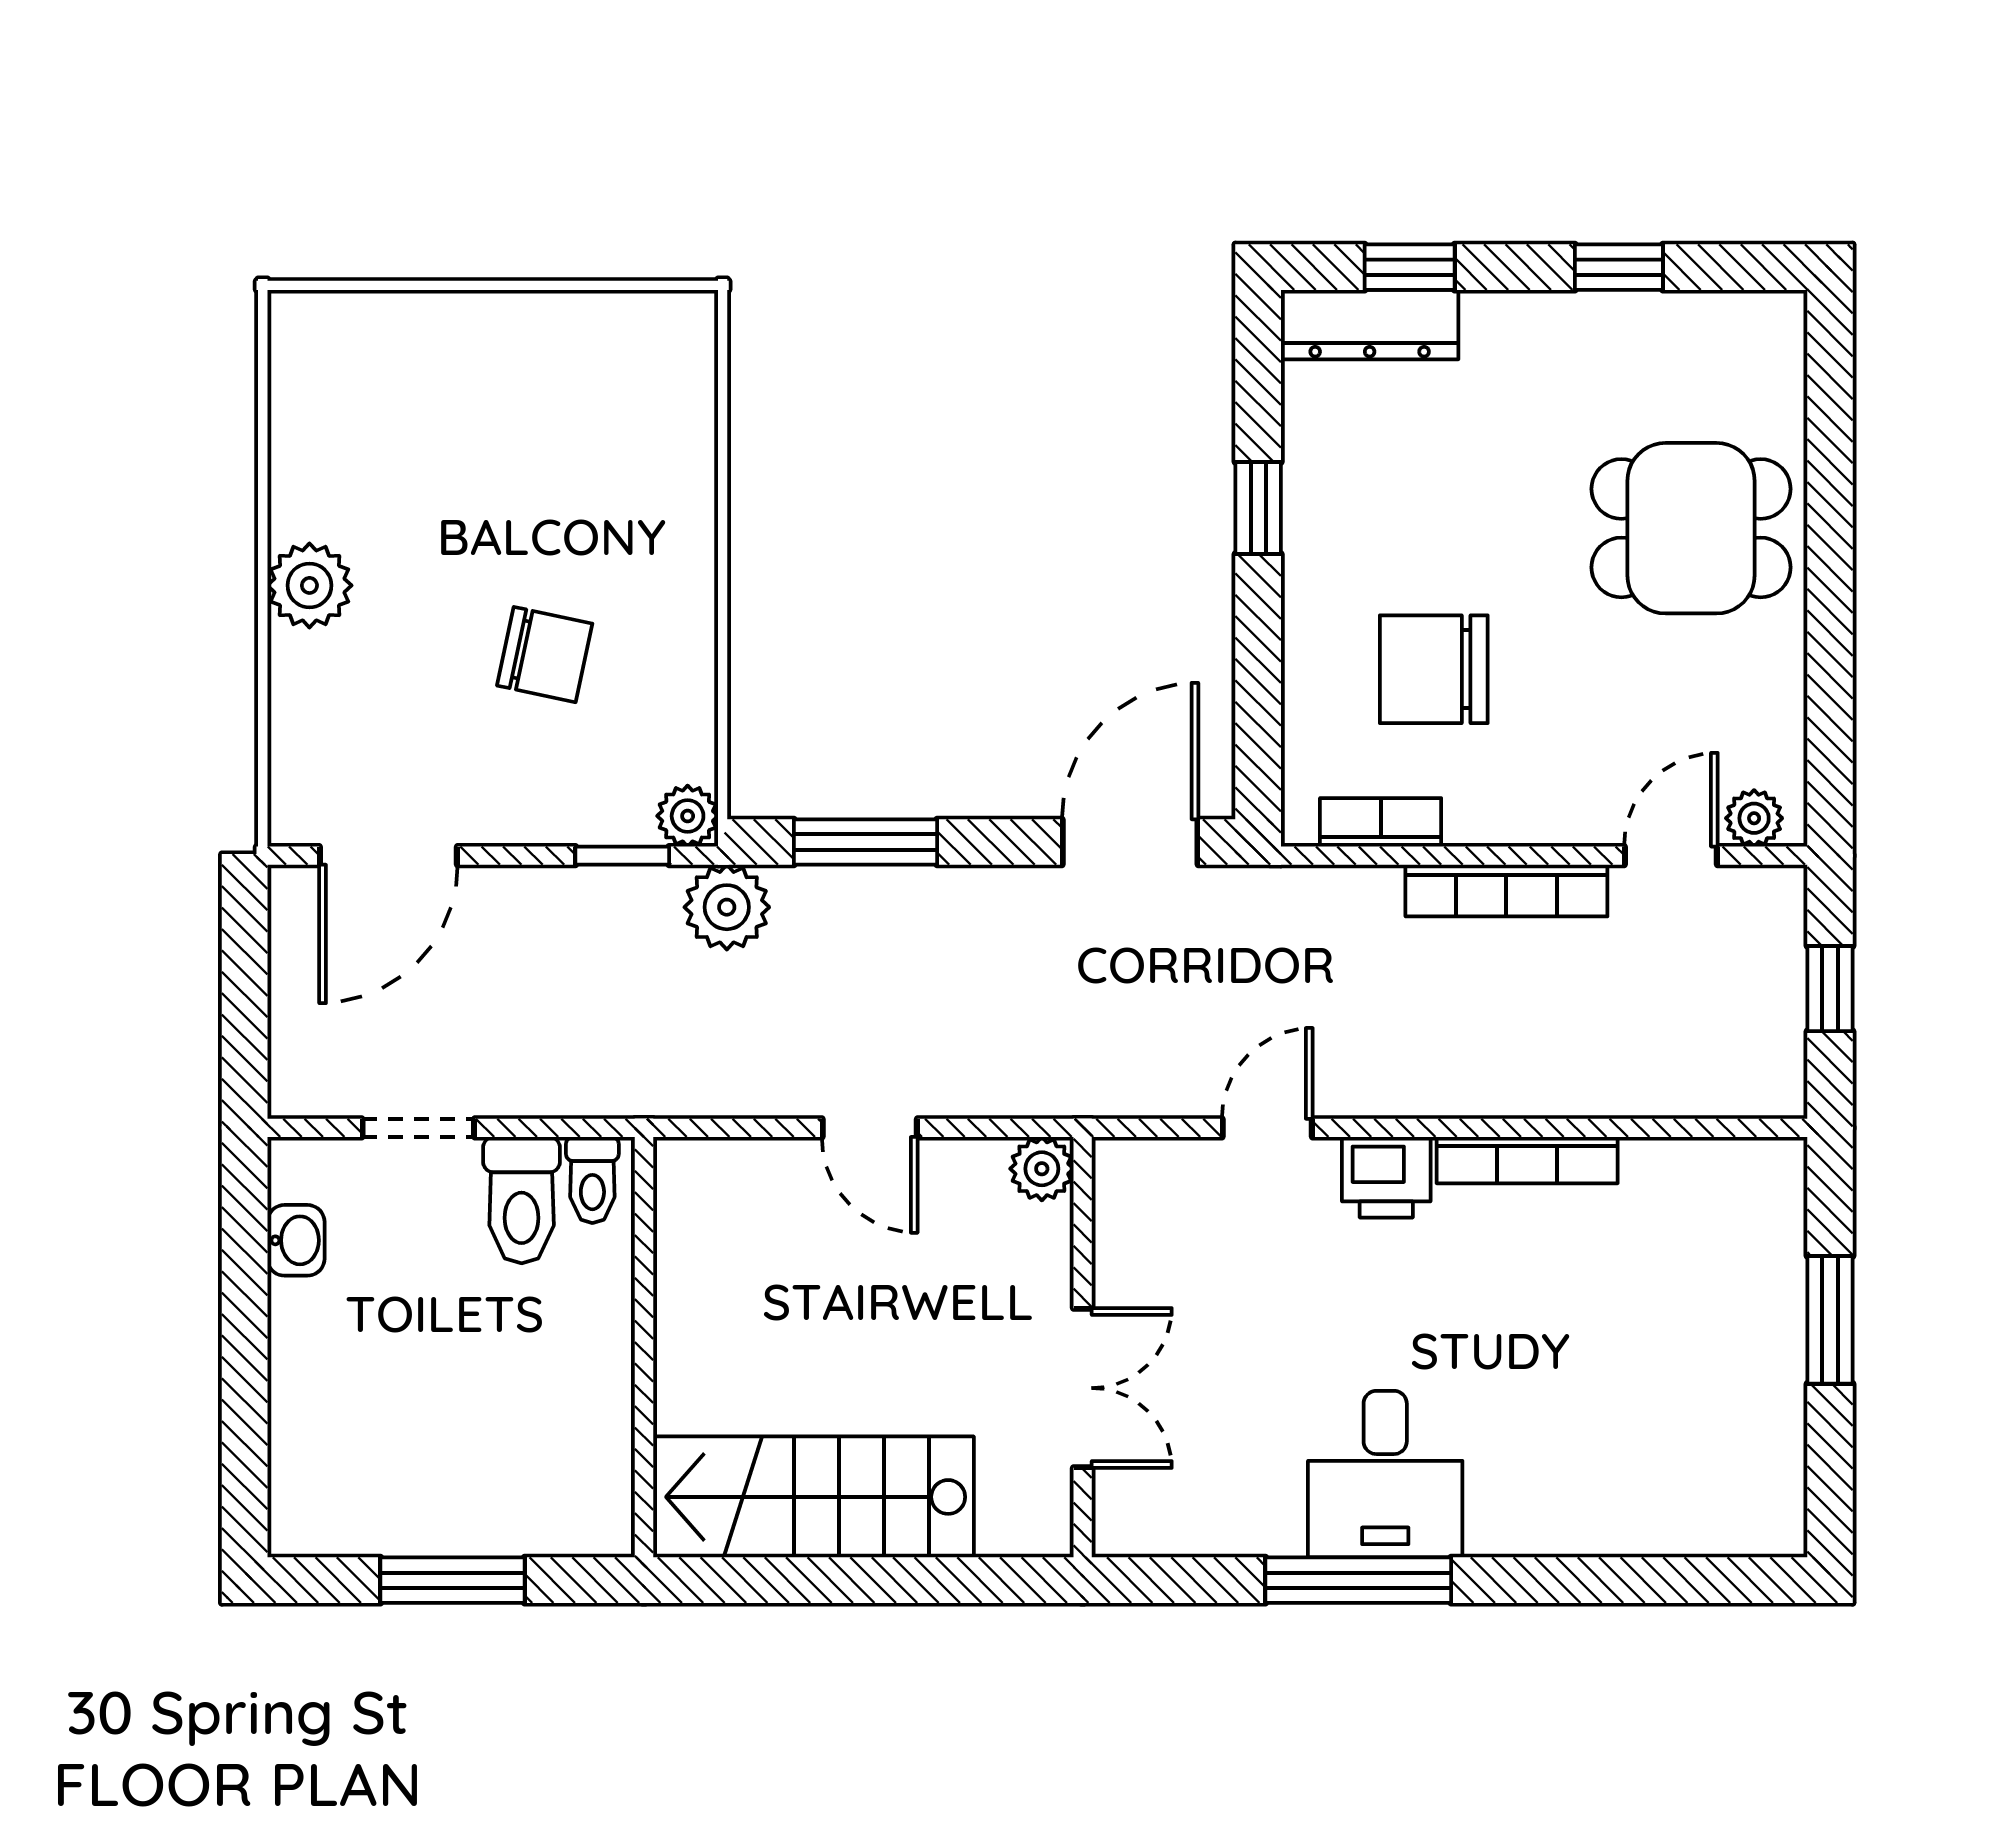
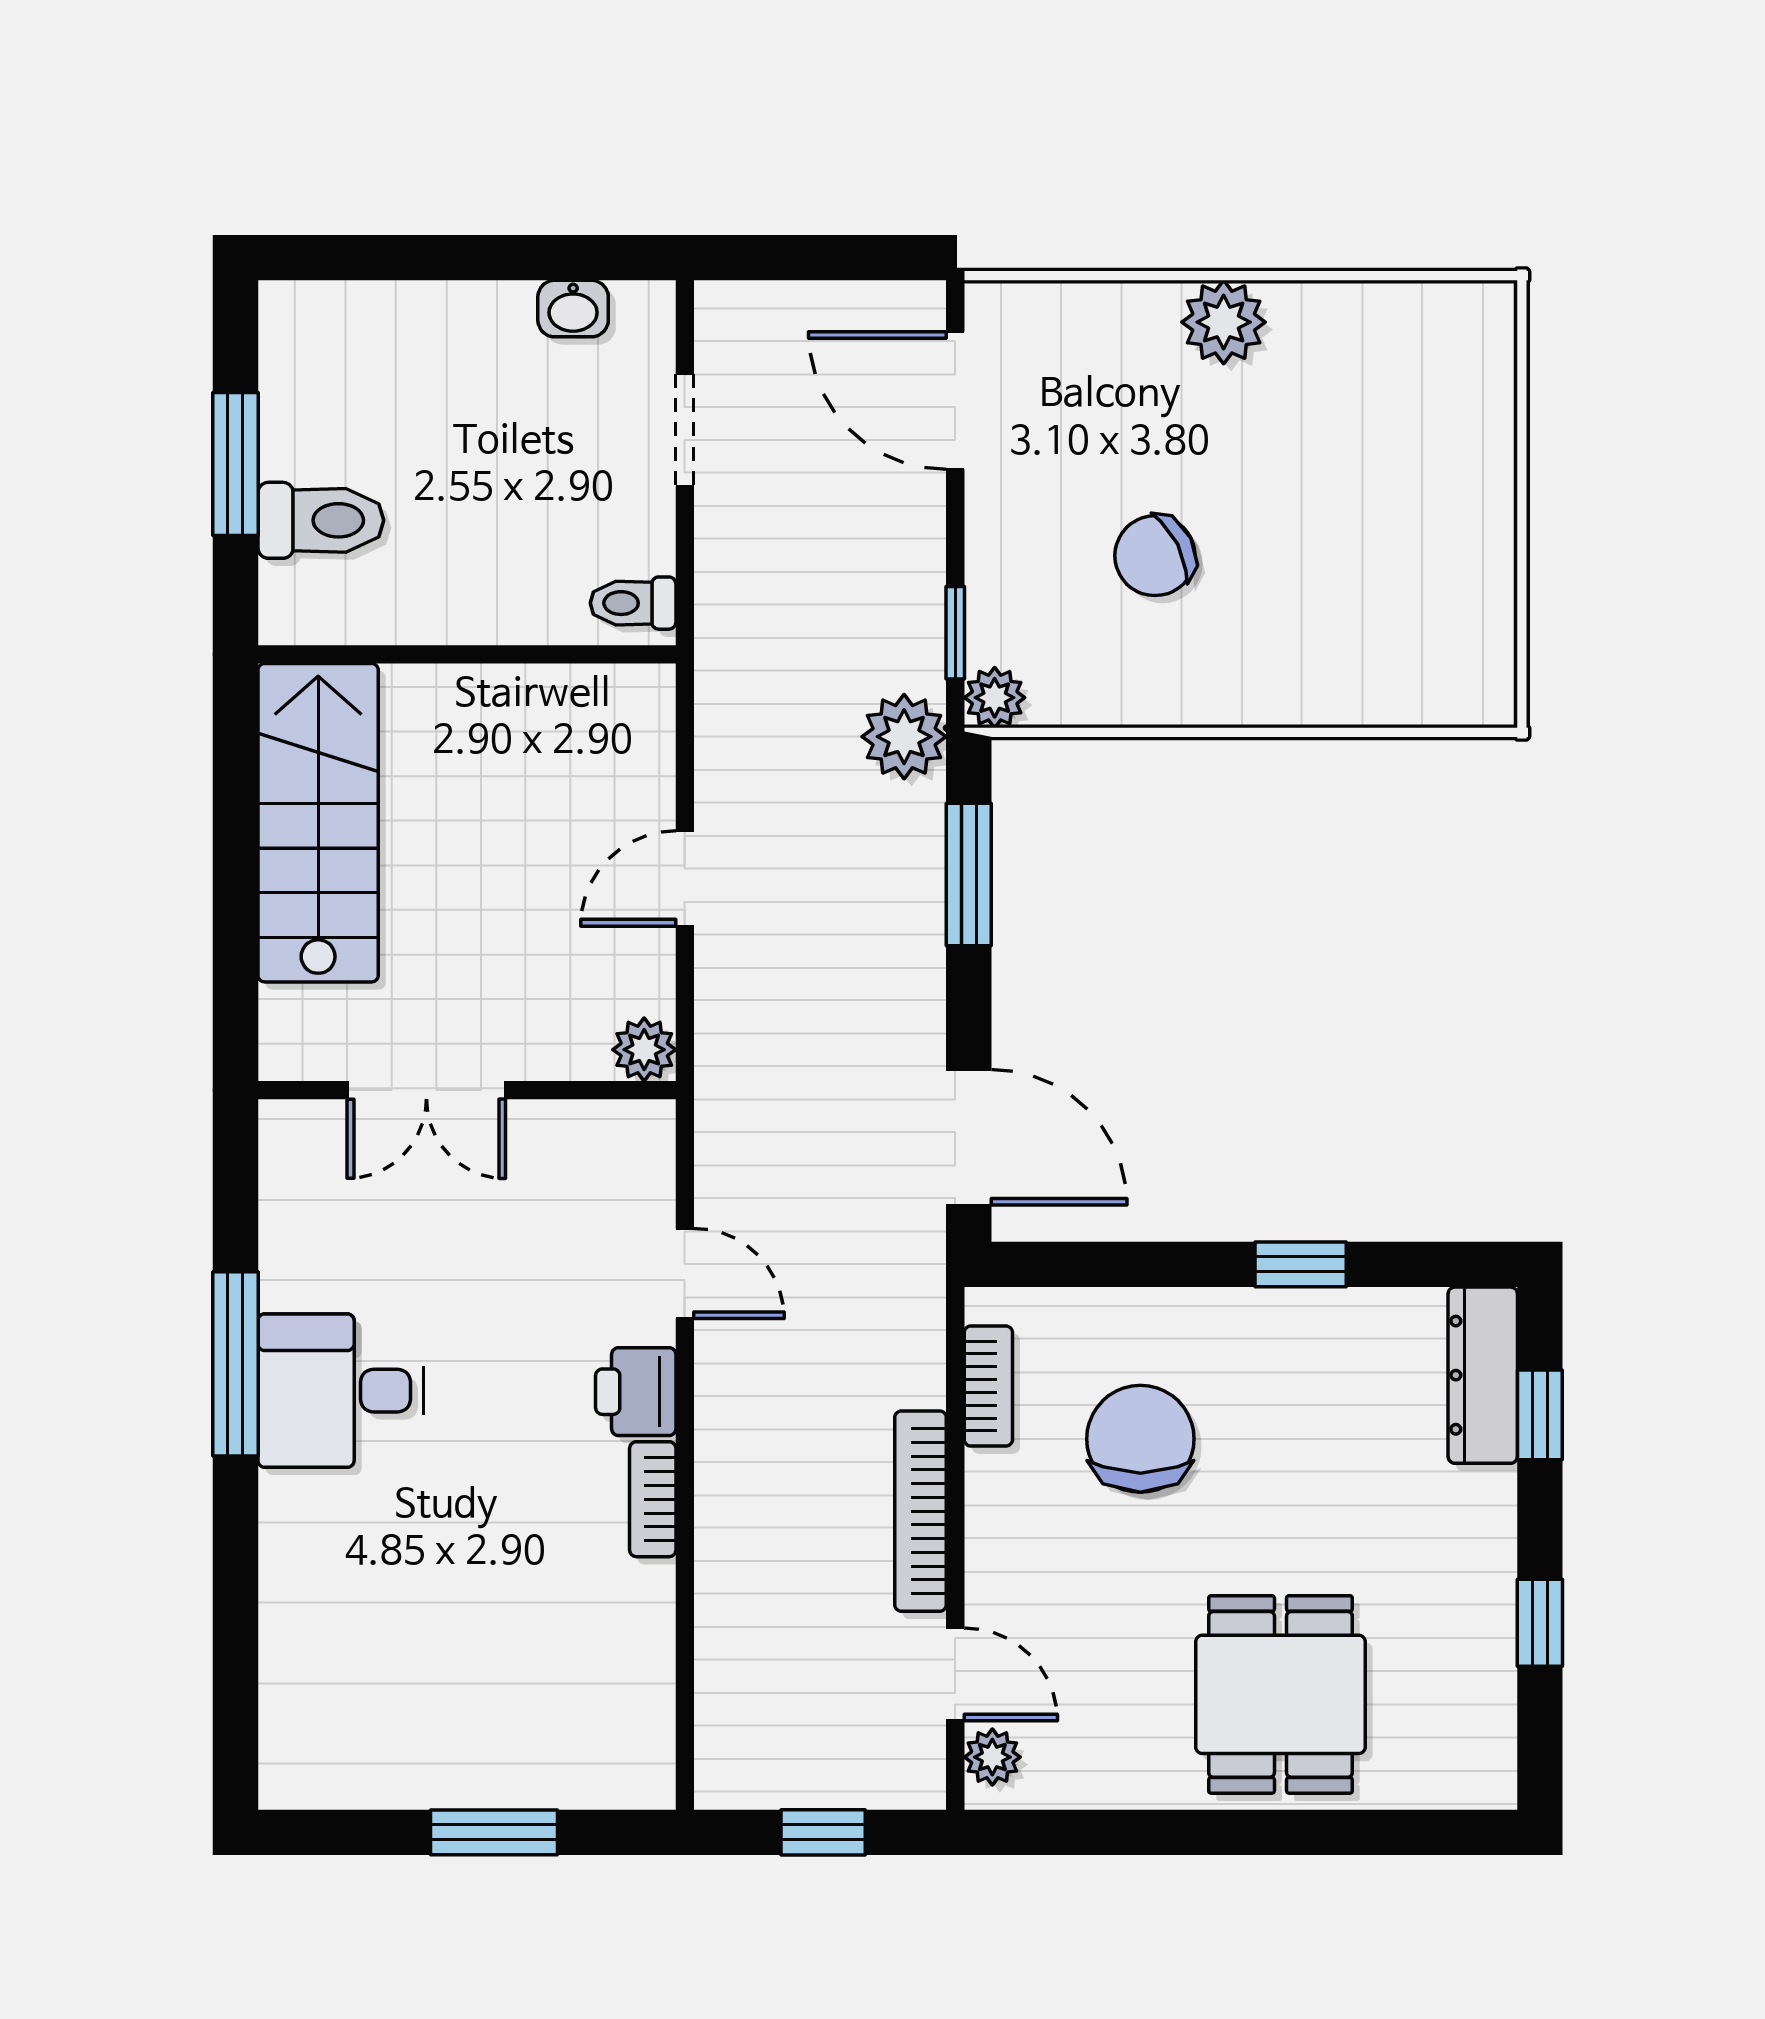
chair: (545, 655) -> (1155, 556), turned 51
bookcase: (1527, 1160) -> (653, 1499), width x0.64
toilet: (522, 1200) -> (321, 520), moved, turned 180

